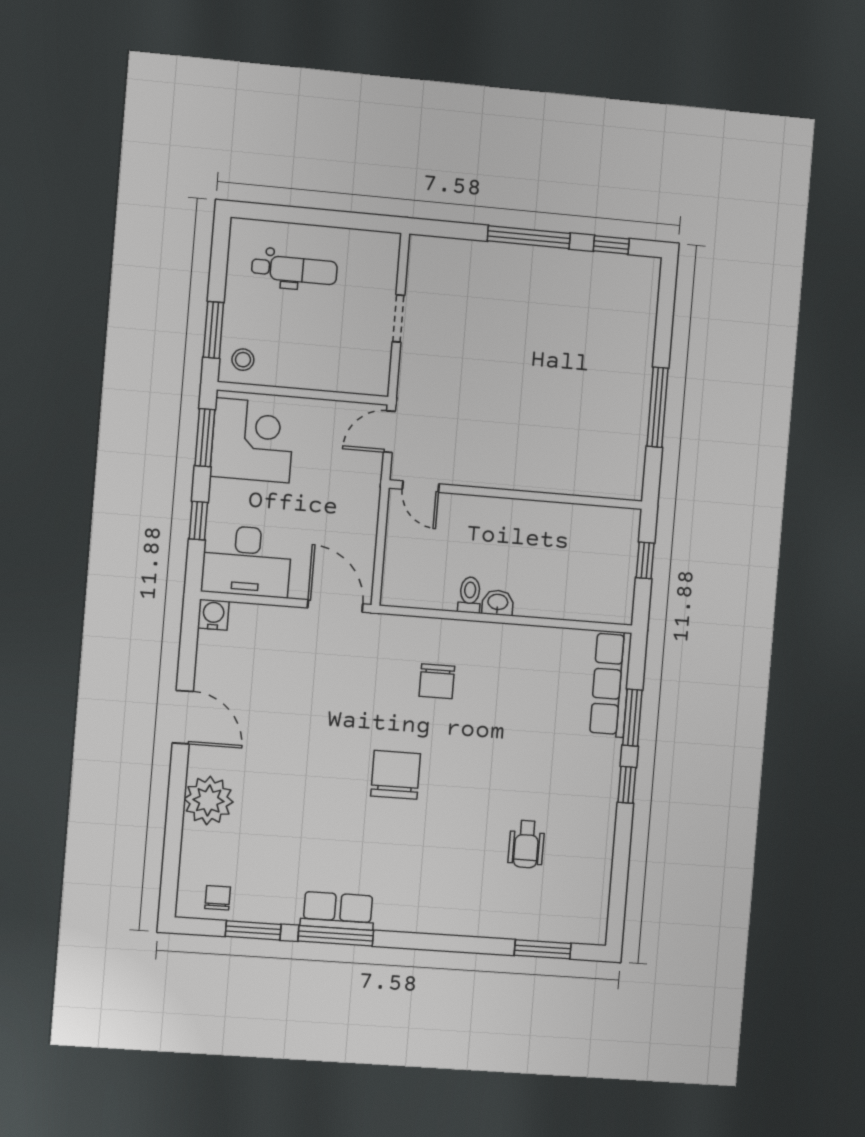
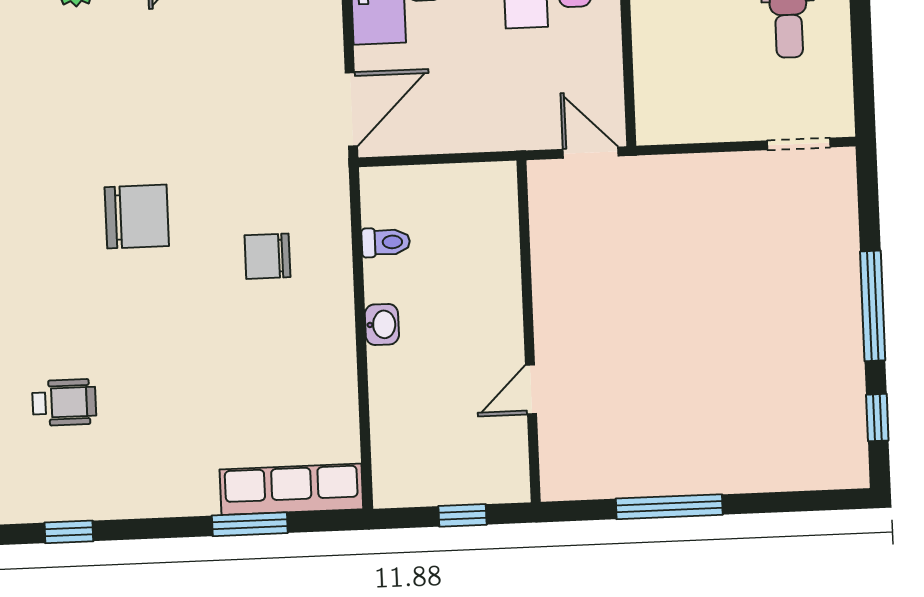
doorway: (398, 318) -> (799, 144), moved
door: (421, 487) -> (531, 390), moved
toilet: (470, 595) -> (386, 242), moved
window: (627, 785) -> (69, 532), moved
wheelchair: (526, 844) -> (64, 402), turned 180

